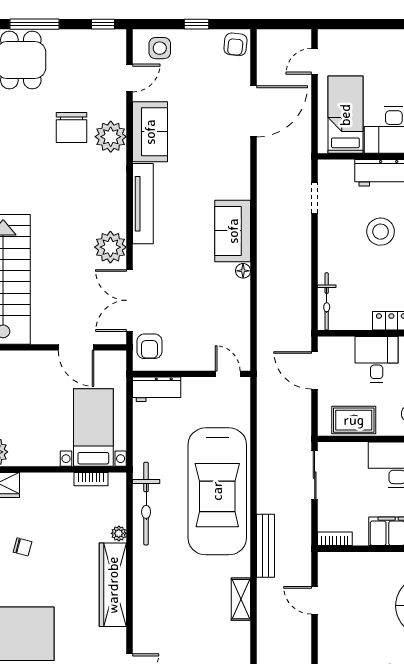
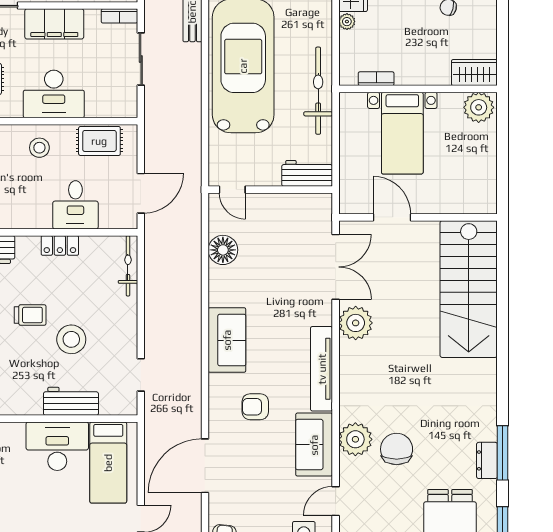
floor lamp: (243, 271) -> (223, 250), moved, width x1.89, depth x1.89
armchair: (149, 346) -> (255, 407), moved, turned -90
door: (315, 370) -> (141, 193), hinge flipped
bed with nightstands: (93, 427) -> (402, 133), moved
sliding door: (315, 475) -> (141, 59), moved
bicycle: (146, 504) -> (318, 91), moved

